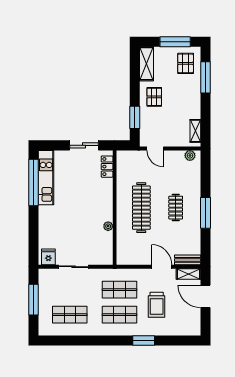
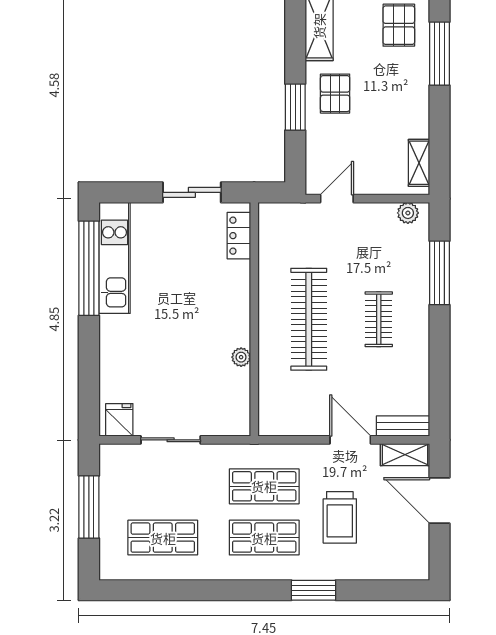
window: (135, 117) -> (295, 107), moved
door: (155, 148) -> (337, 199), swing flipped
window: (205, 213) -> (440, 273), moved

